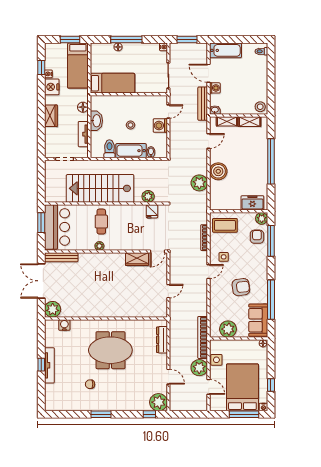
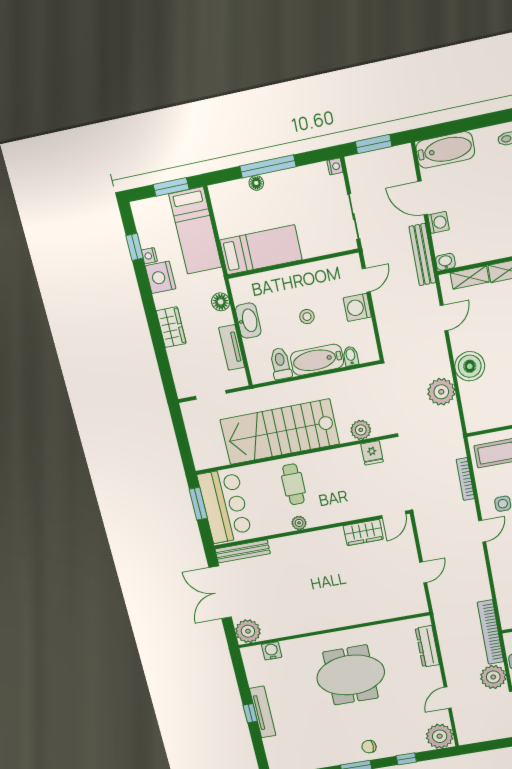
door: (168, 377) -> (448, 698), swing flipped
chair: (90, 384) -> (369, 747), moved
window: (149, 414) -> (406, 759), moved

